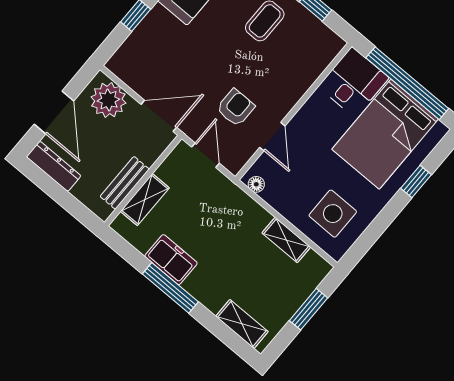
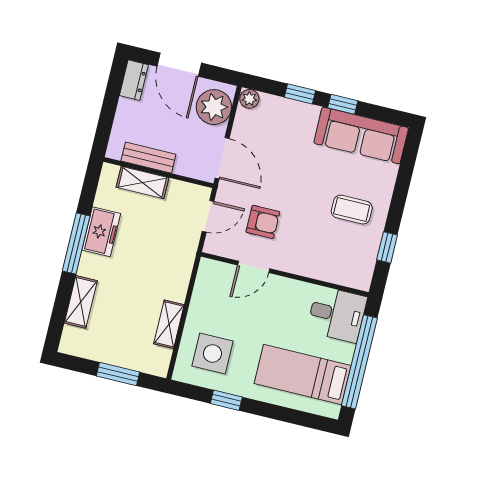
plant: (117, 64) -> (249, 99), added
door: (54, 112) -> (179, 65), hinge flipped
bed: (385, 134) -> (303, 374), width x0.67
dresser: (54, 166) -> (134, 80), width x0.70
window: (416, 181) -> (226, 400), moved
floor lamp: (256, 184) -> (205, 274), removed
shelving: (242, 324) -> (81, 302), moved

